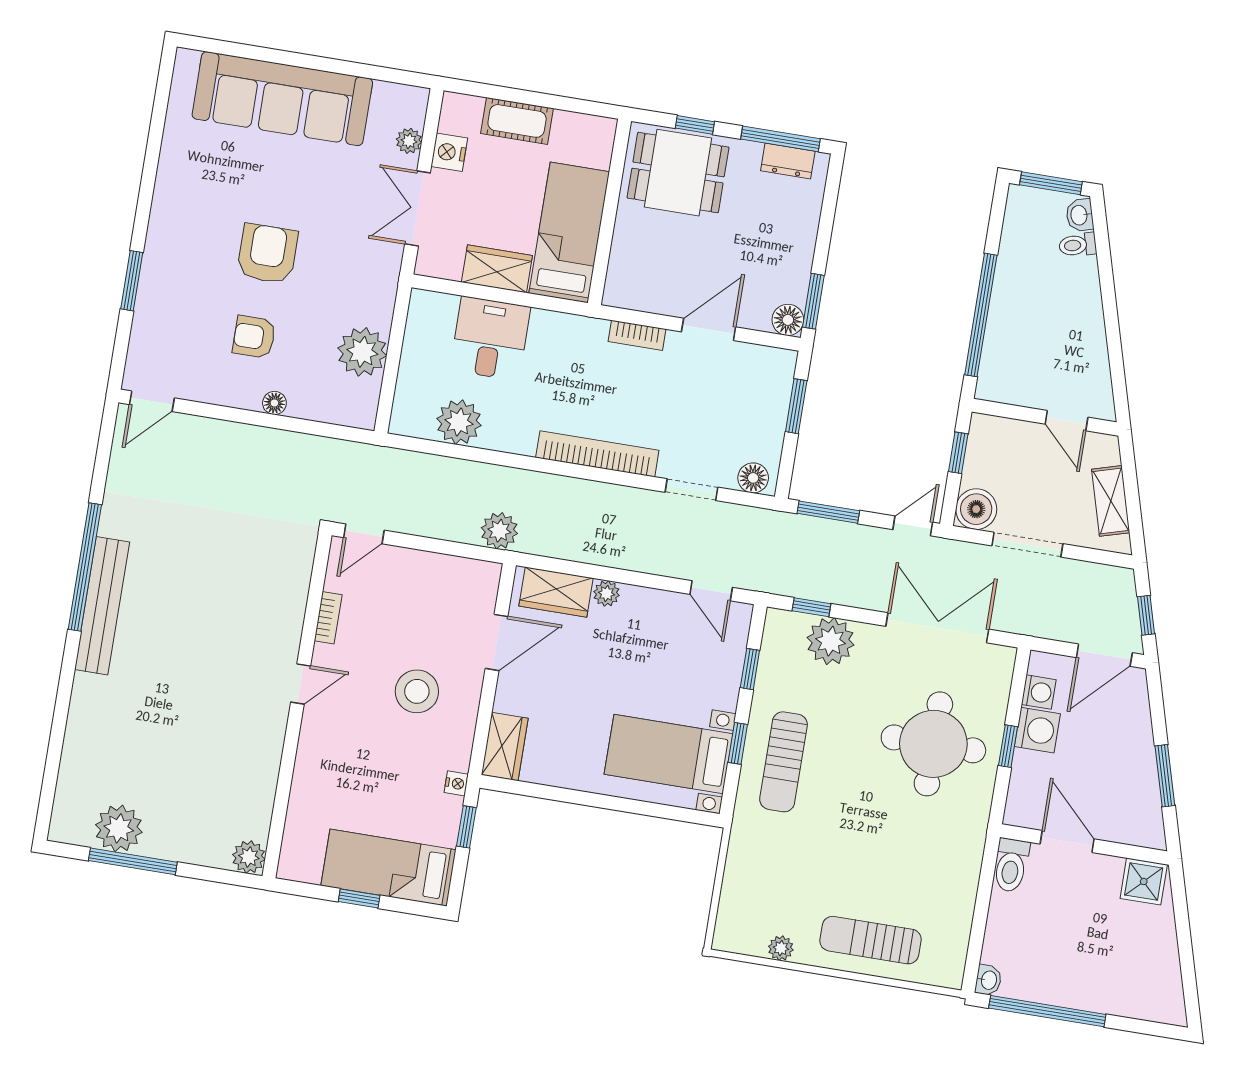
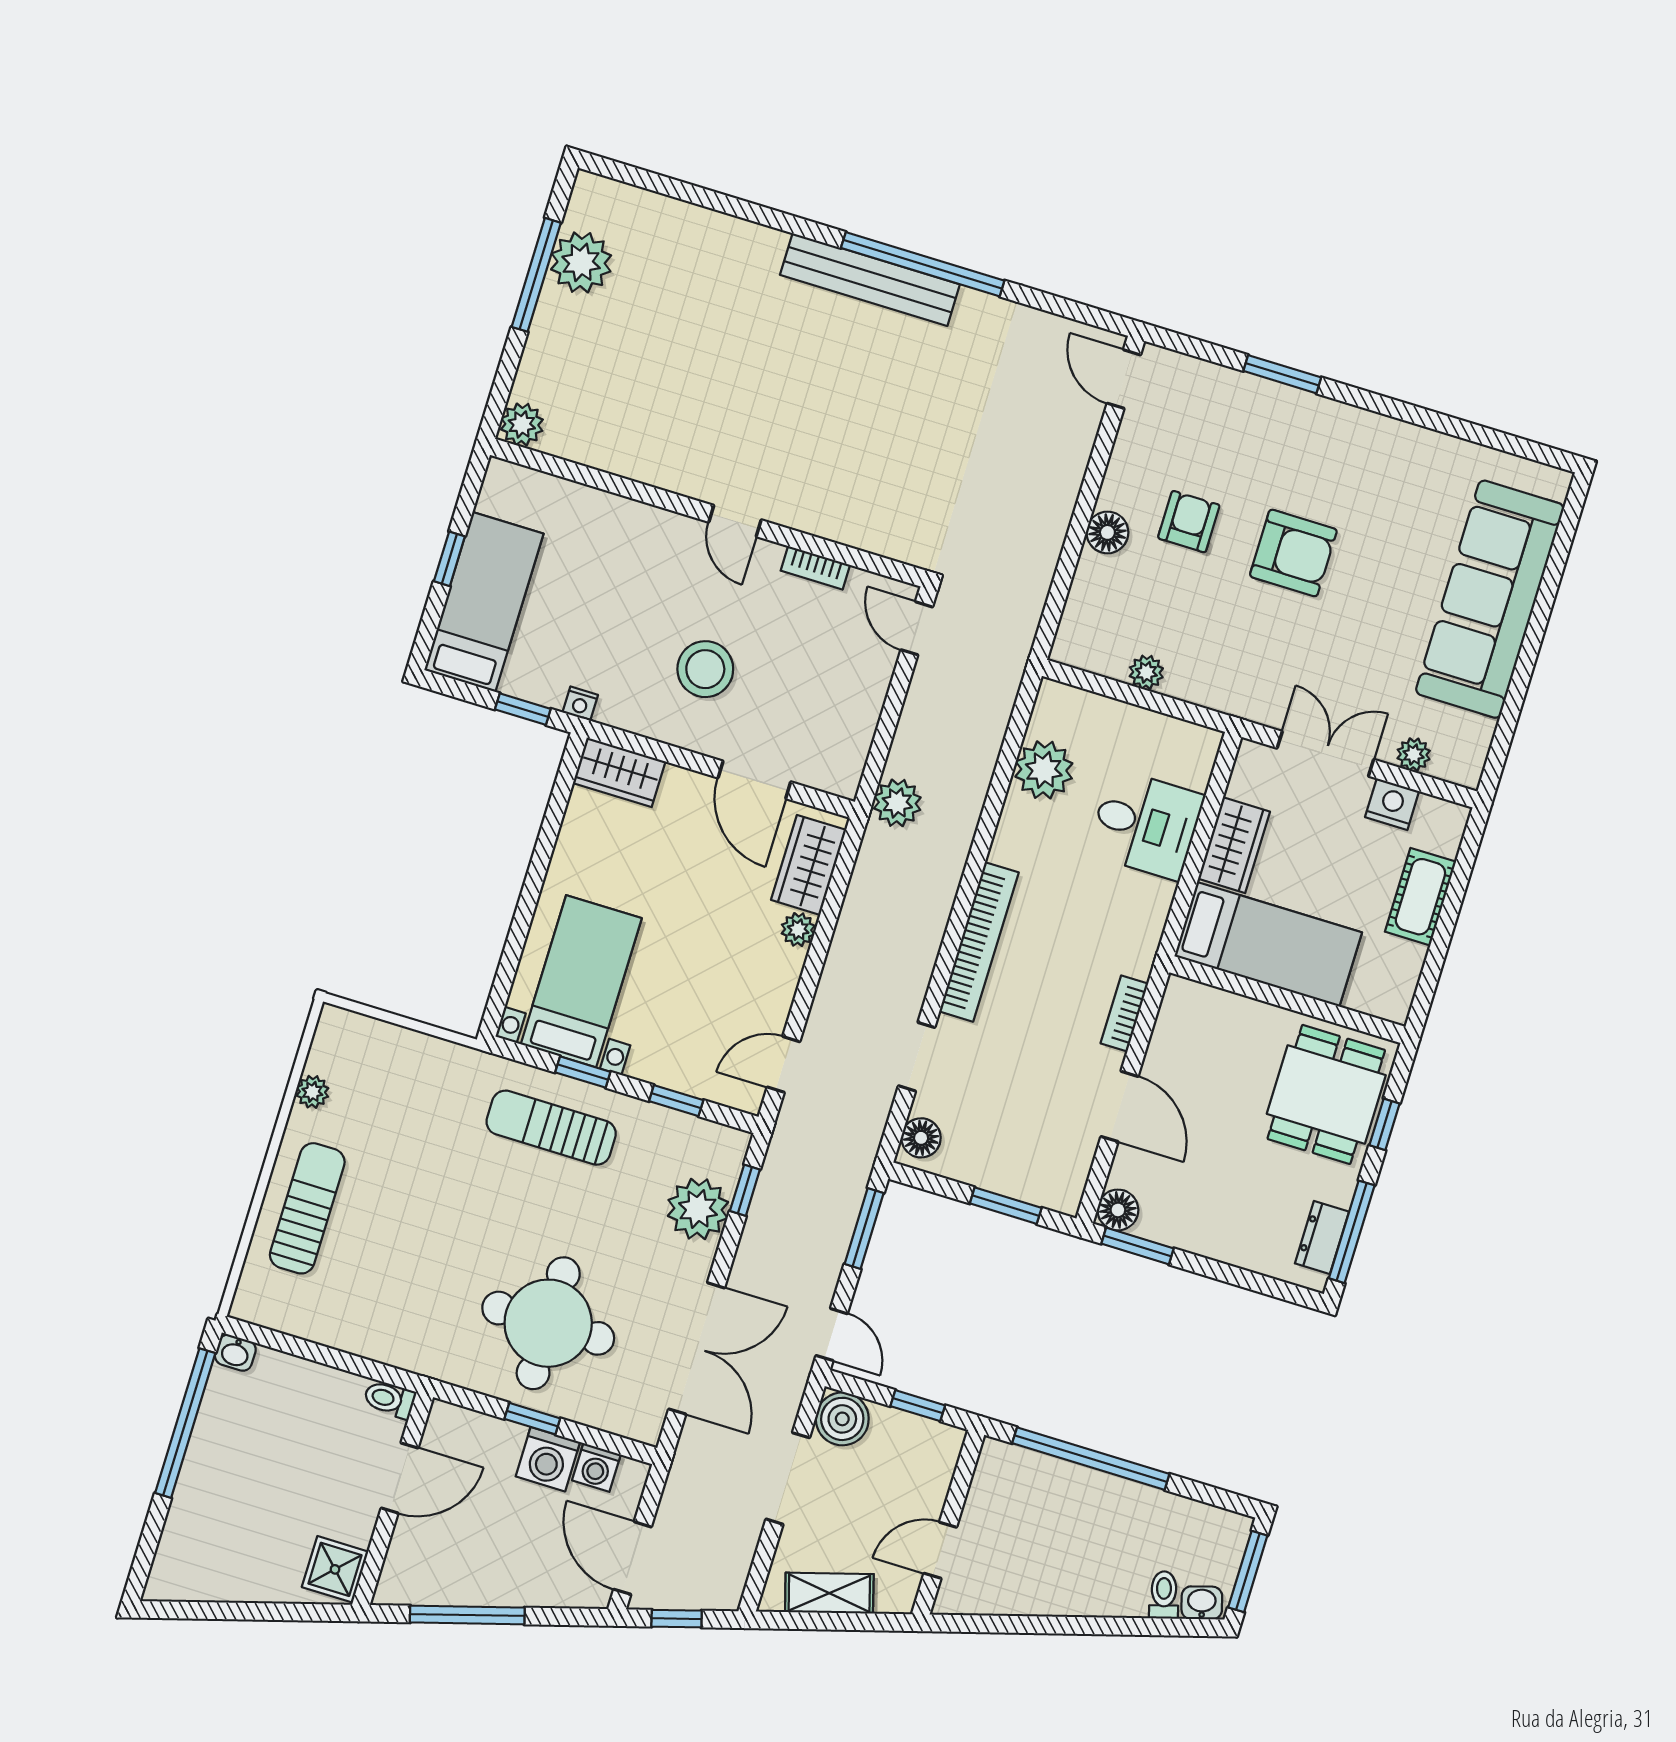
plant: (362, 352) -> (1146, 672), width x0.53, depth x0.53
floor lamp: (274, 403) -> (1107, 532), width x1.37, depth x1.37
window: (1165, 776) -> (467, 1615), width x1.44
toilet: (1011, 865) -> (390, 1399), width x0.73, depth x0.72

